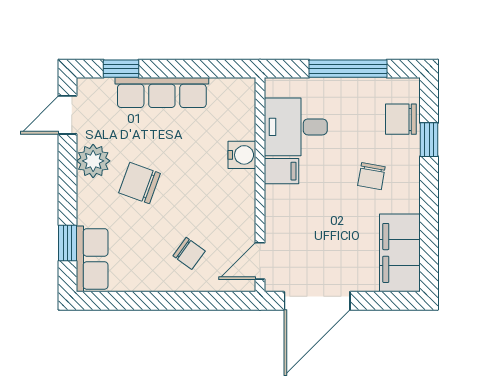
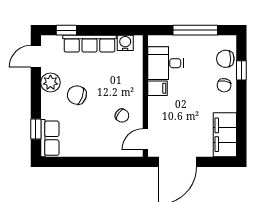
water cooler: (242, 155) -> (125, 43), moved, turned -90
chair: (371, 176) -> (224, 85), moved
chair: (189, 253) -> (122, 116), moved

